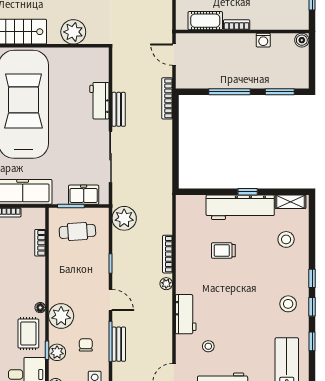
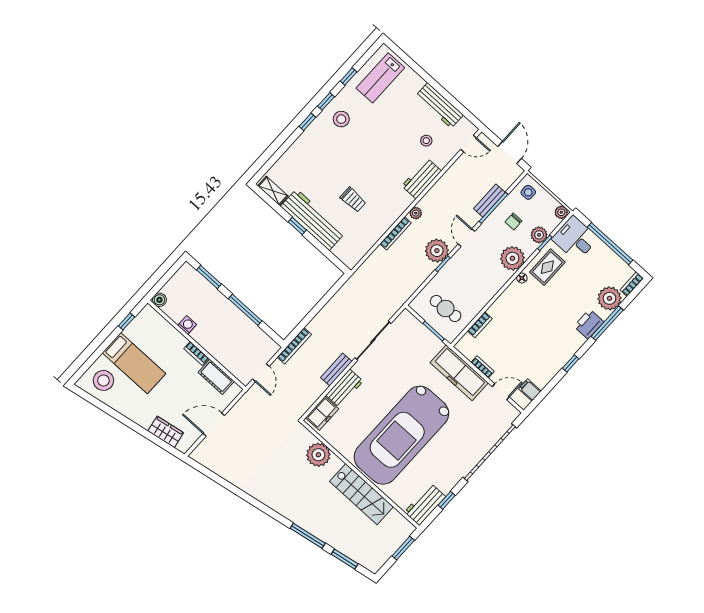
freezer: (84, 195) -> (322, 413), moved, turned -90
plant: (124, 218) -> (437, 251), moved
stool: (286, 239) -> (301, 167), removed

